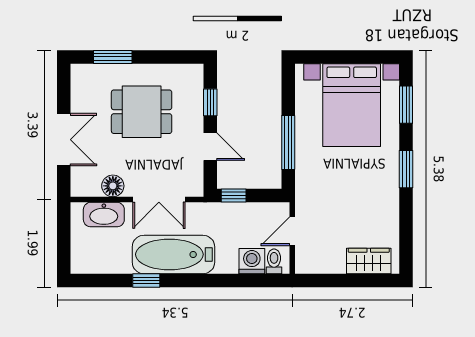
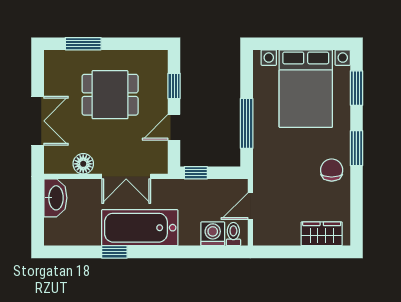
door: (210, 147) -> (174, 127), swing flipped
chair: (379, 193) -> (332, 170), added
washbasin: (104, 215) -> (55, 198), moved, turned -90

